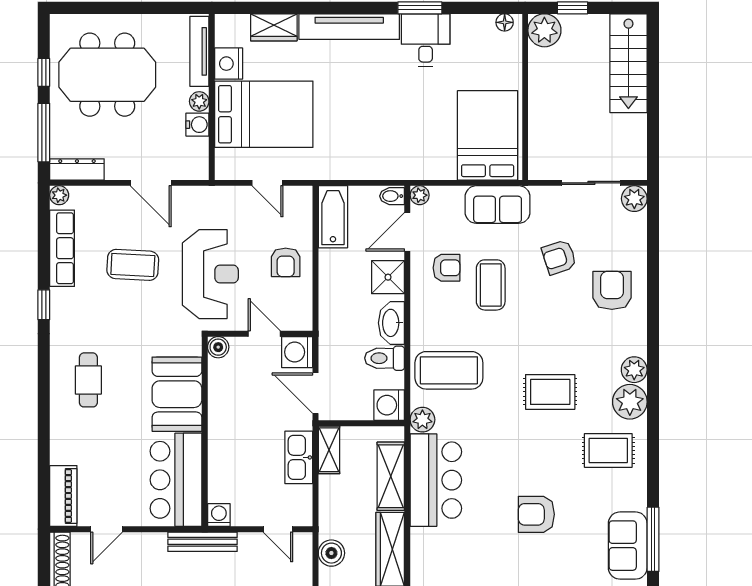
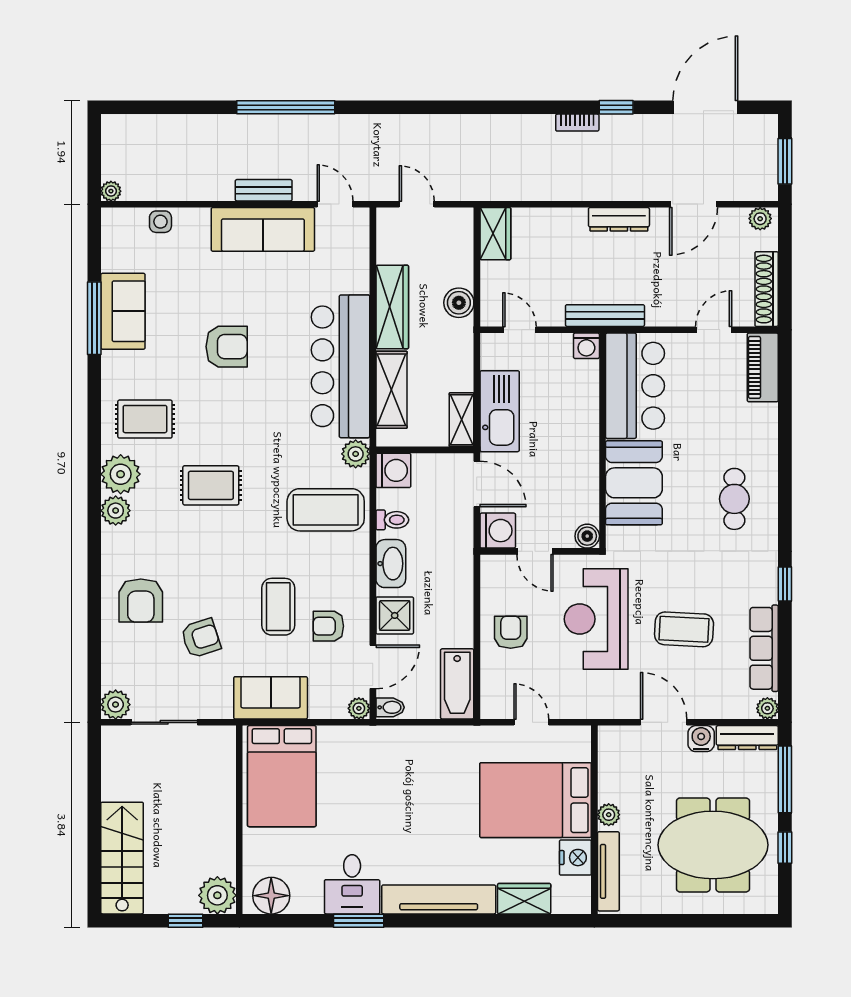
floor lamp: (505, 22) -> (271, 896), width x1.89, depth x1.89
water cooler: (197, 125) -> (701, 739), moved, turned 90
toilet: (385, 358) -> (392, 520), width x0.73, depth x0.72
kitchen sink: (299, 457) -> (500, 411), width x1.36, depth x1.24
bar counter: (436, 480) -> (340, 366), width x1.36

